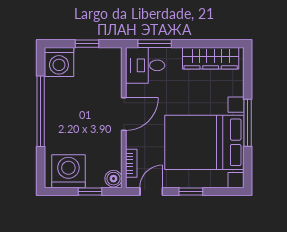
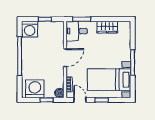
wardrobe: (211, 58) -> (107, 27), width x0.67
bed with nightstands: (204, 142) -> (109, 80), width x0.73
door: (151, 191) -> (80, 100), hinge flipped

